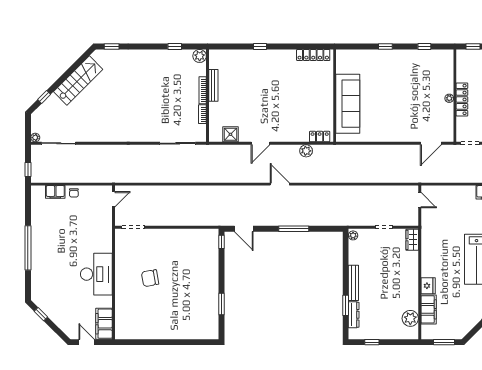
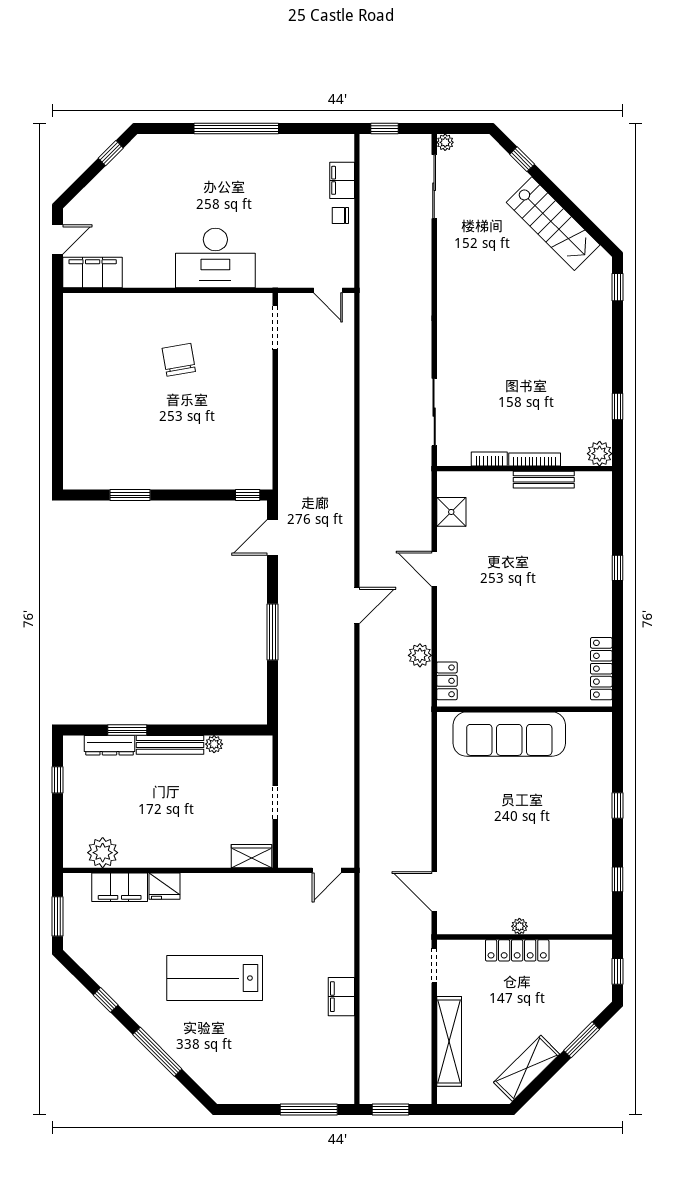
plant: (353, 235) -> (214, 744), moved
desk: (96, 274) -> (215, 258), moved

